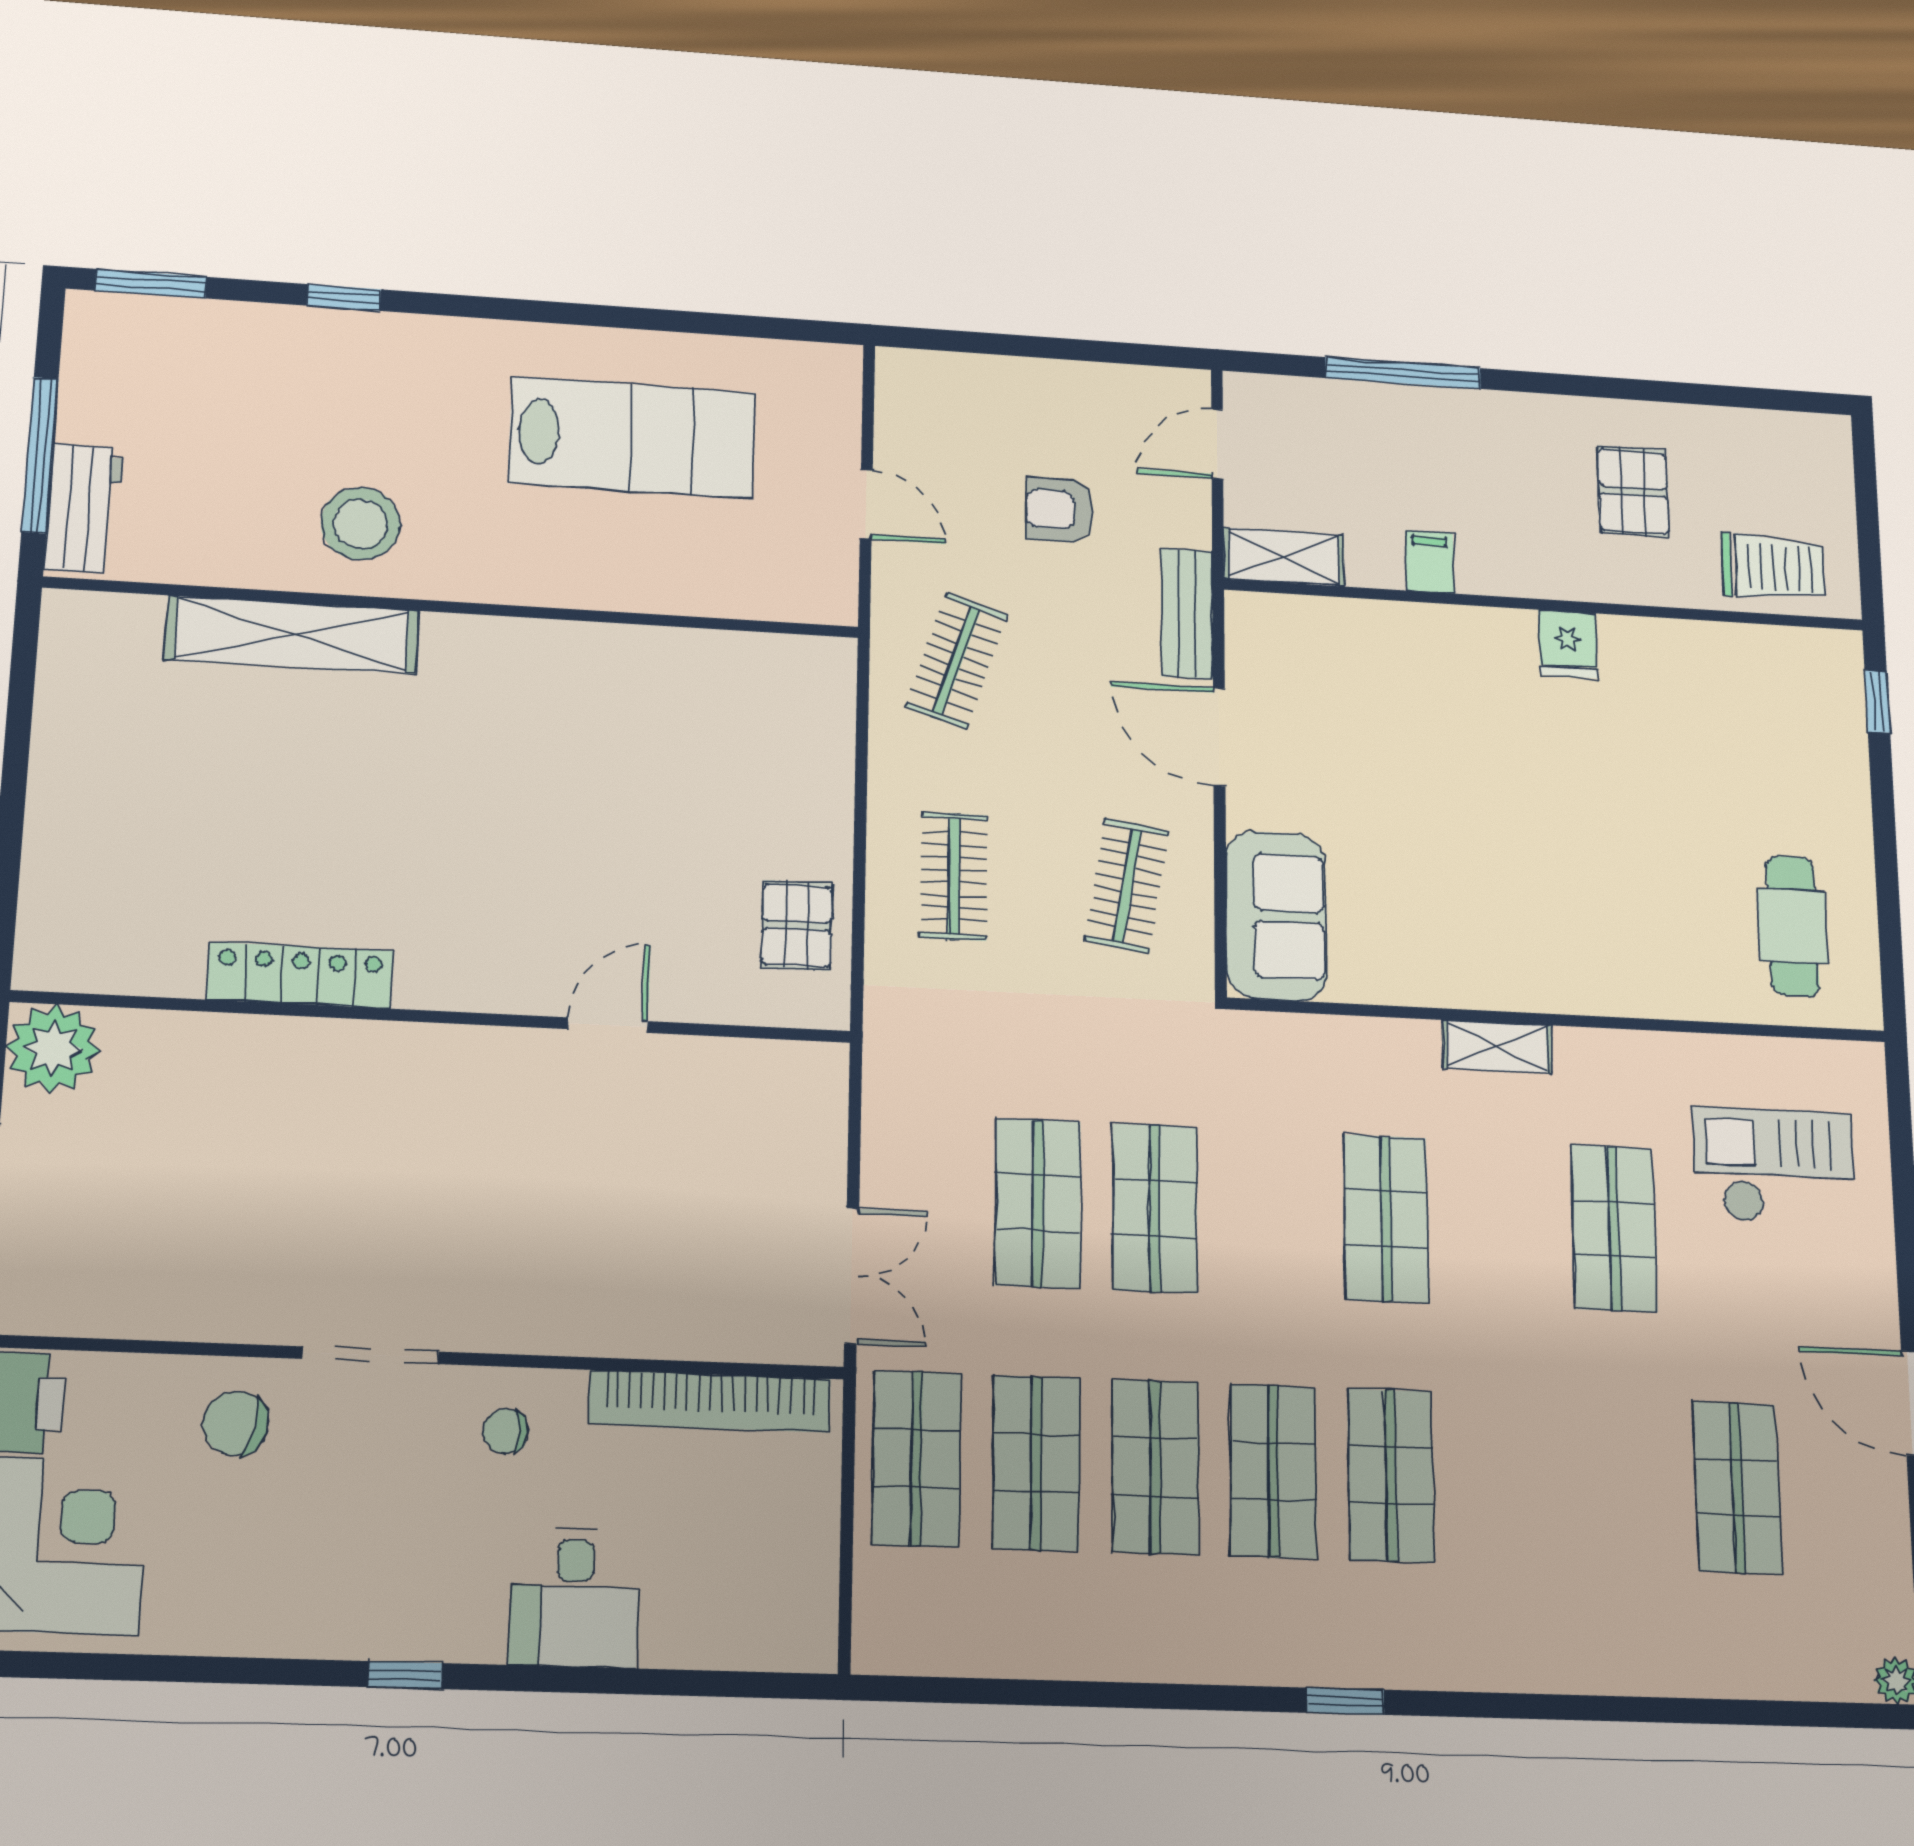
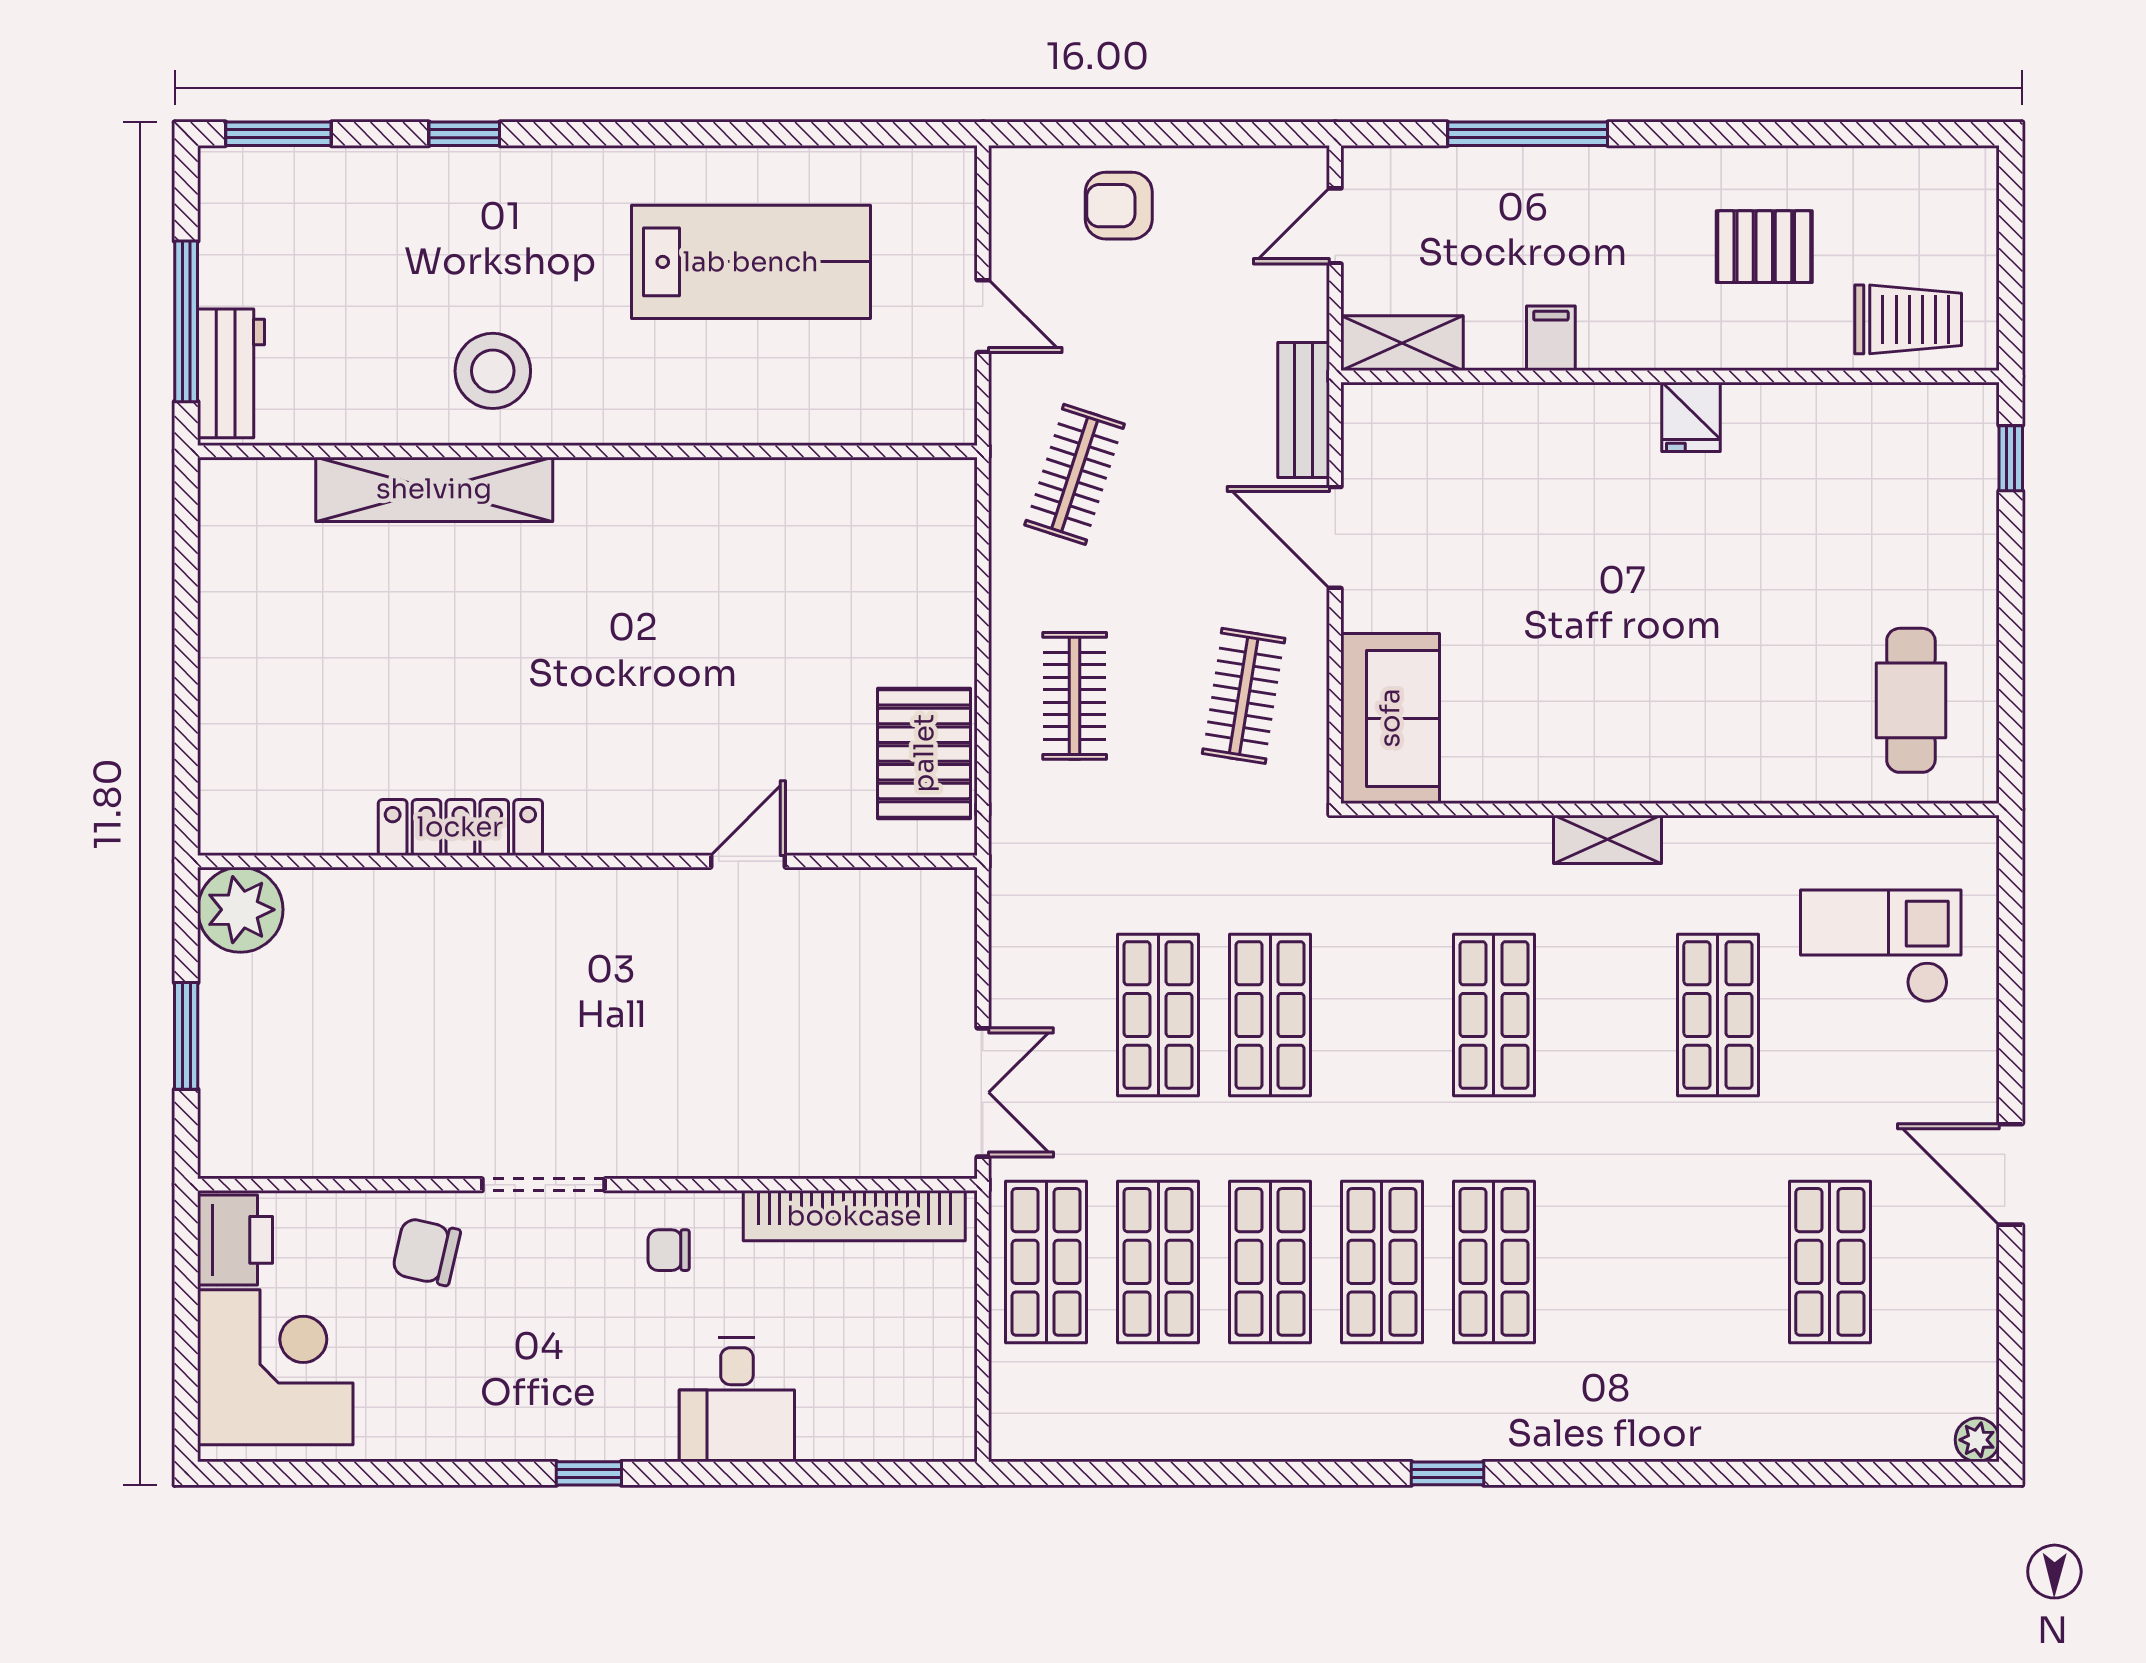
pallet: (1633, 491) -> (1764, 247), turned 90
armchair: (1059, 510) -> (1119, 206), moved
pallet: (797, 925) -> (924, 753), width x1.50, depth x1.42

